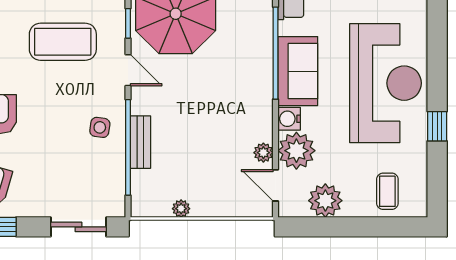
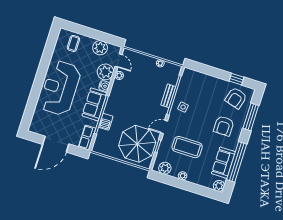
barbecue: (261, 41) -> (106, 122), added
door: (128, 70) -> (164, 127), hinge flipped
window: (437, 126) -> (45, 64), removed
sliding door: (78, 227) -> (205, 69), removed

